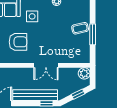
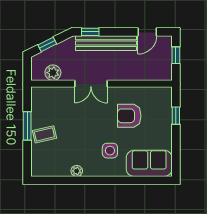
double door: (46, 65) -> (91, 84), swing flipped
plant: (84, 73) -> (53, 73), moved

